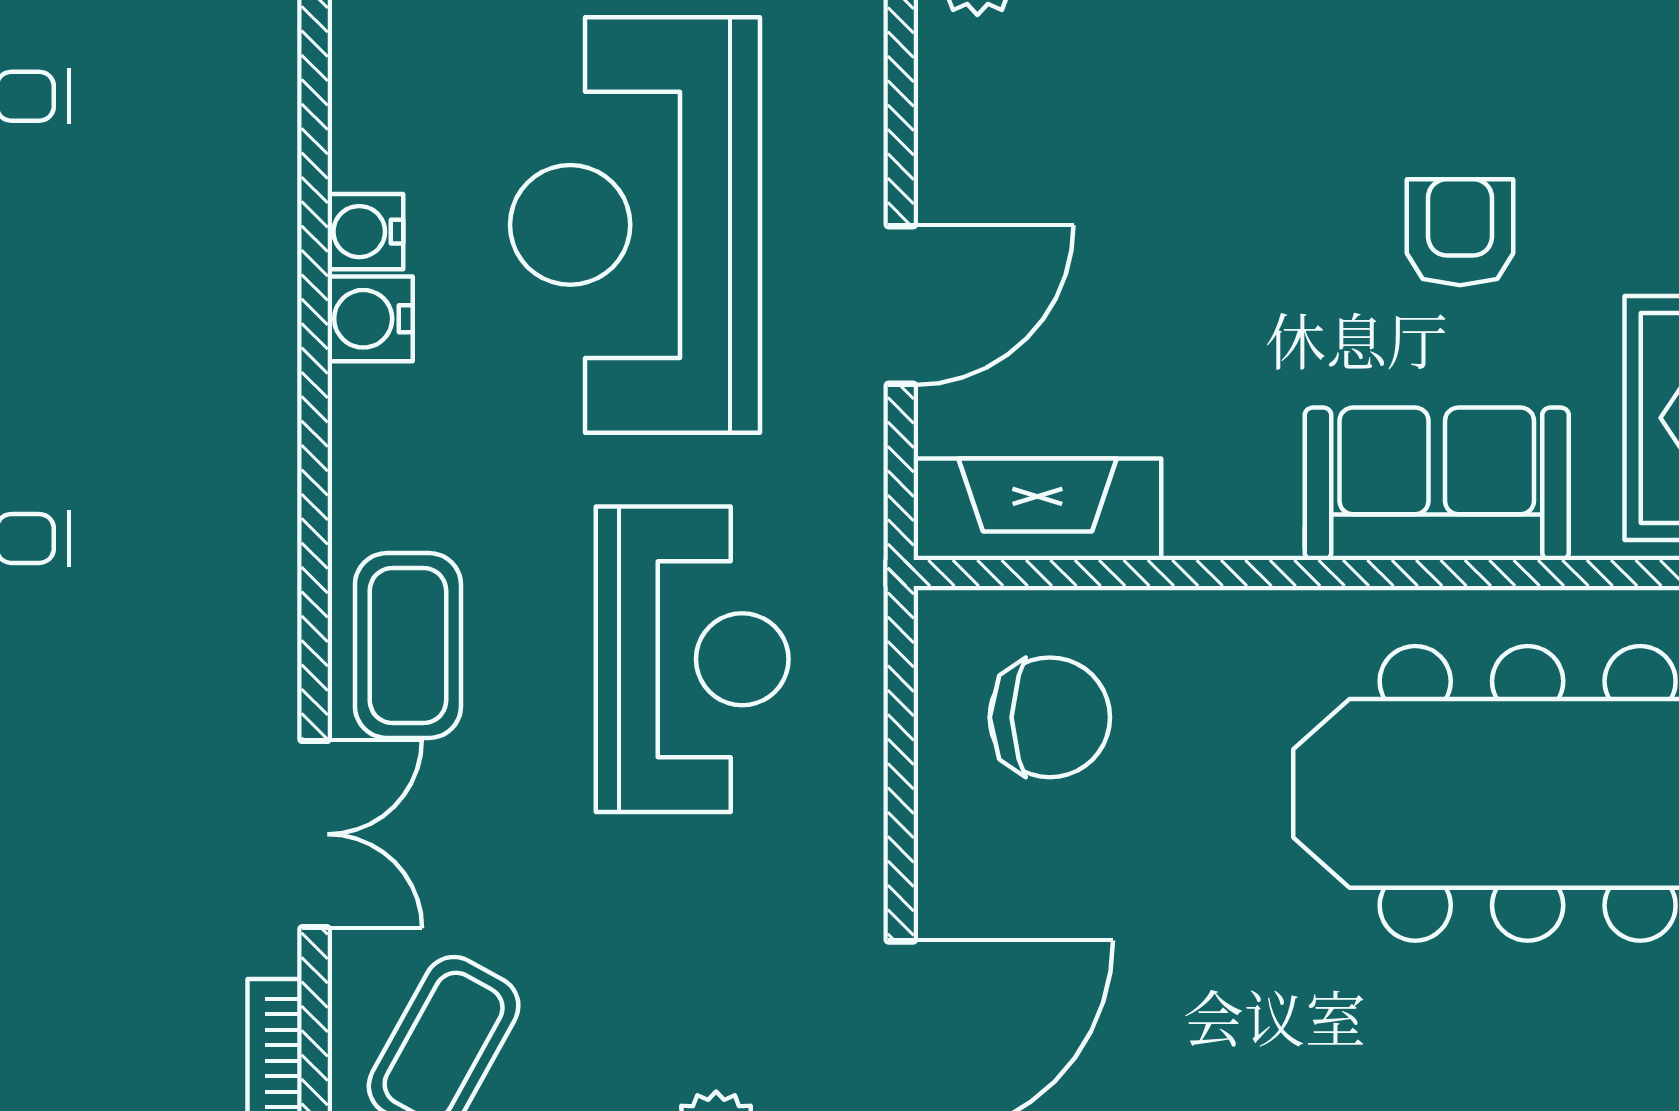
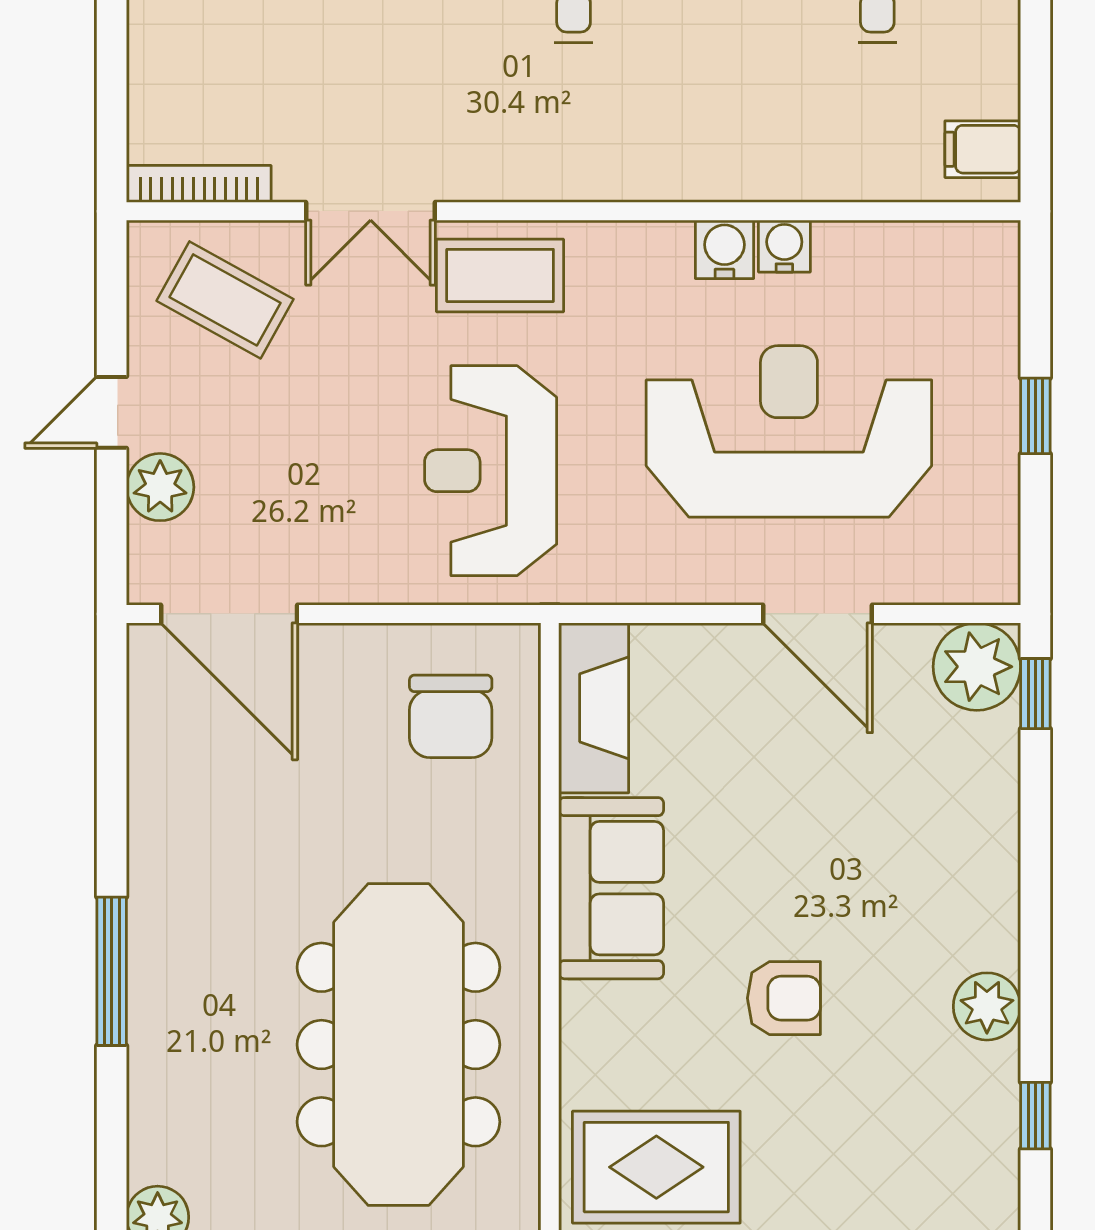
door: (901, 305) -> (818, 614), moved
sofa: (1437, 484) -> (611, 888), moved
reception desk: (692, 659) -> (491, 471), turned 90

